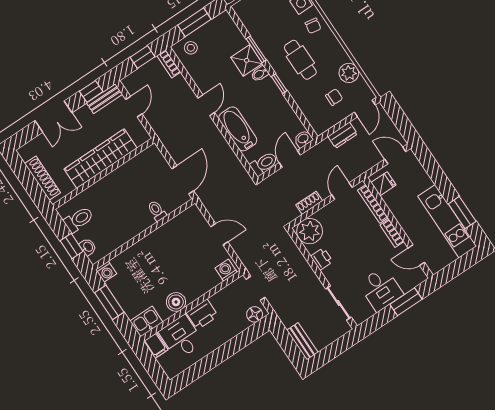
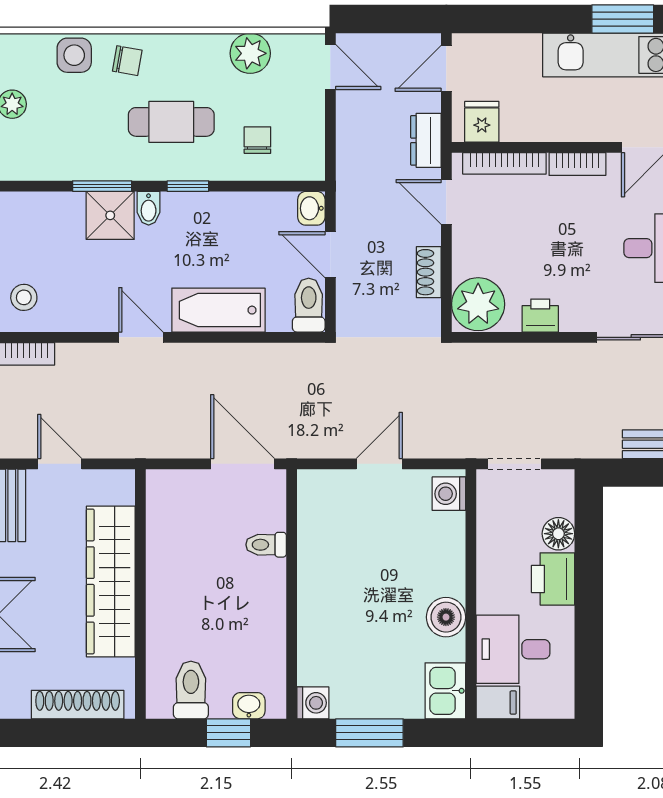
chair: (334, 97) -> (257, 140), moved
dresser: (343, 135) -> (426, 140), moved, turned 180
printer: (202, 314) -> (553, 579), moved, turned 180
floor lamp: (255, 314) -> (558, 534), moved

